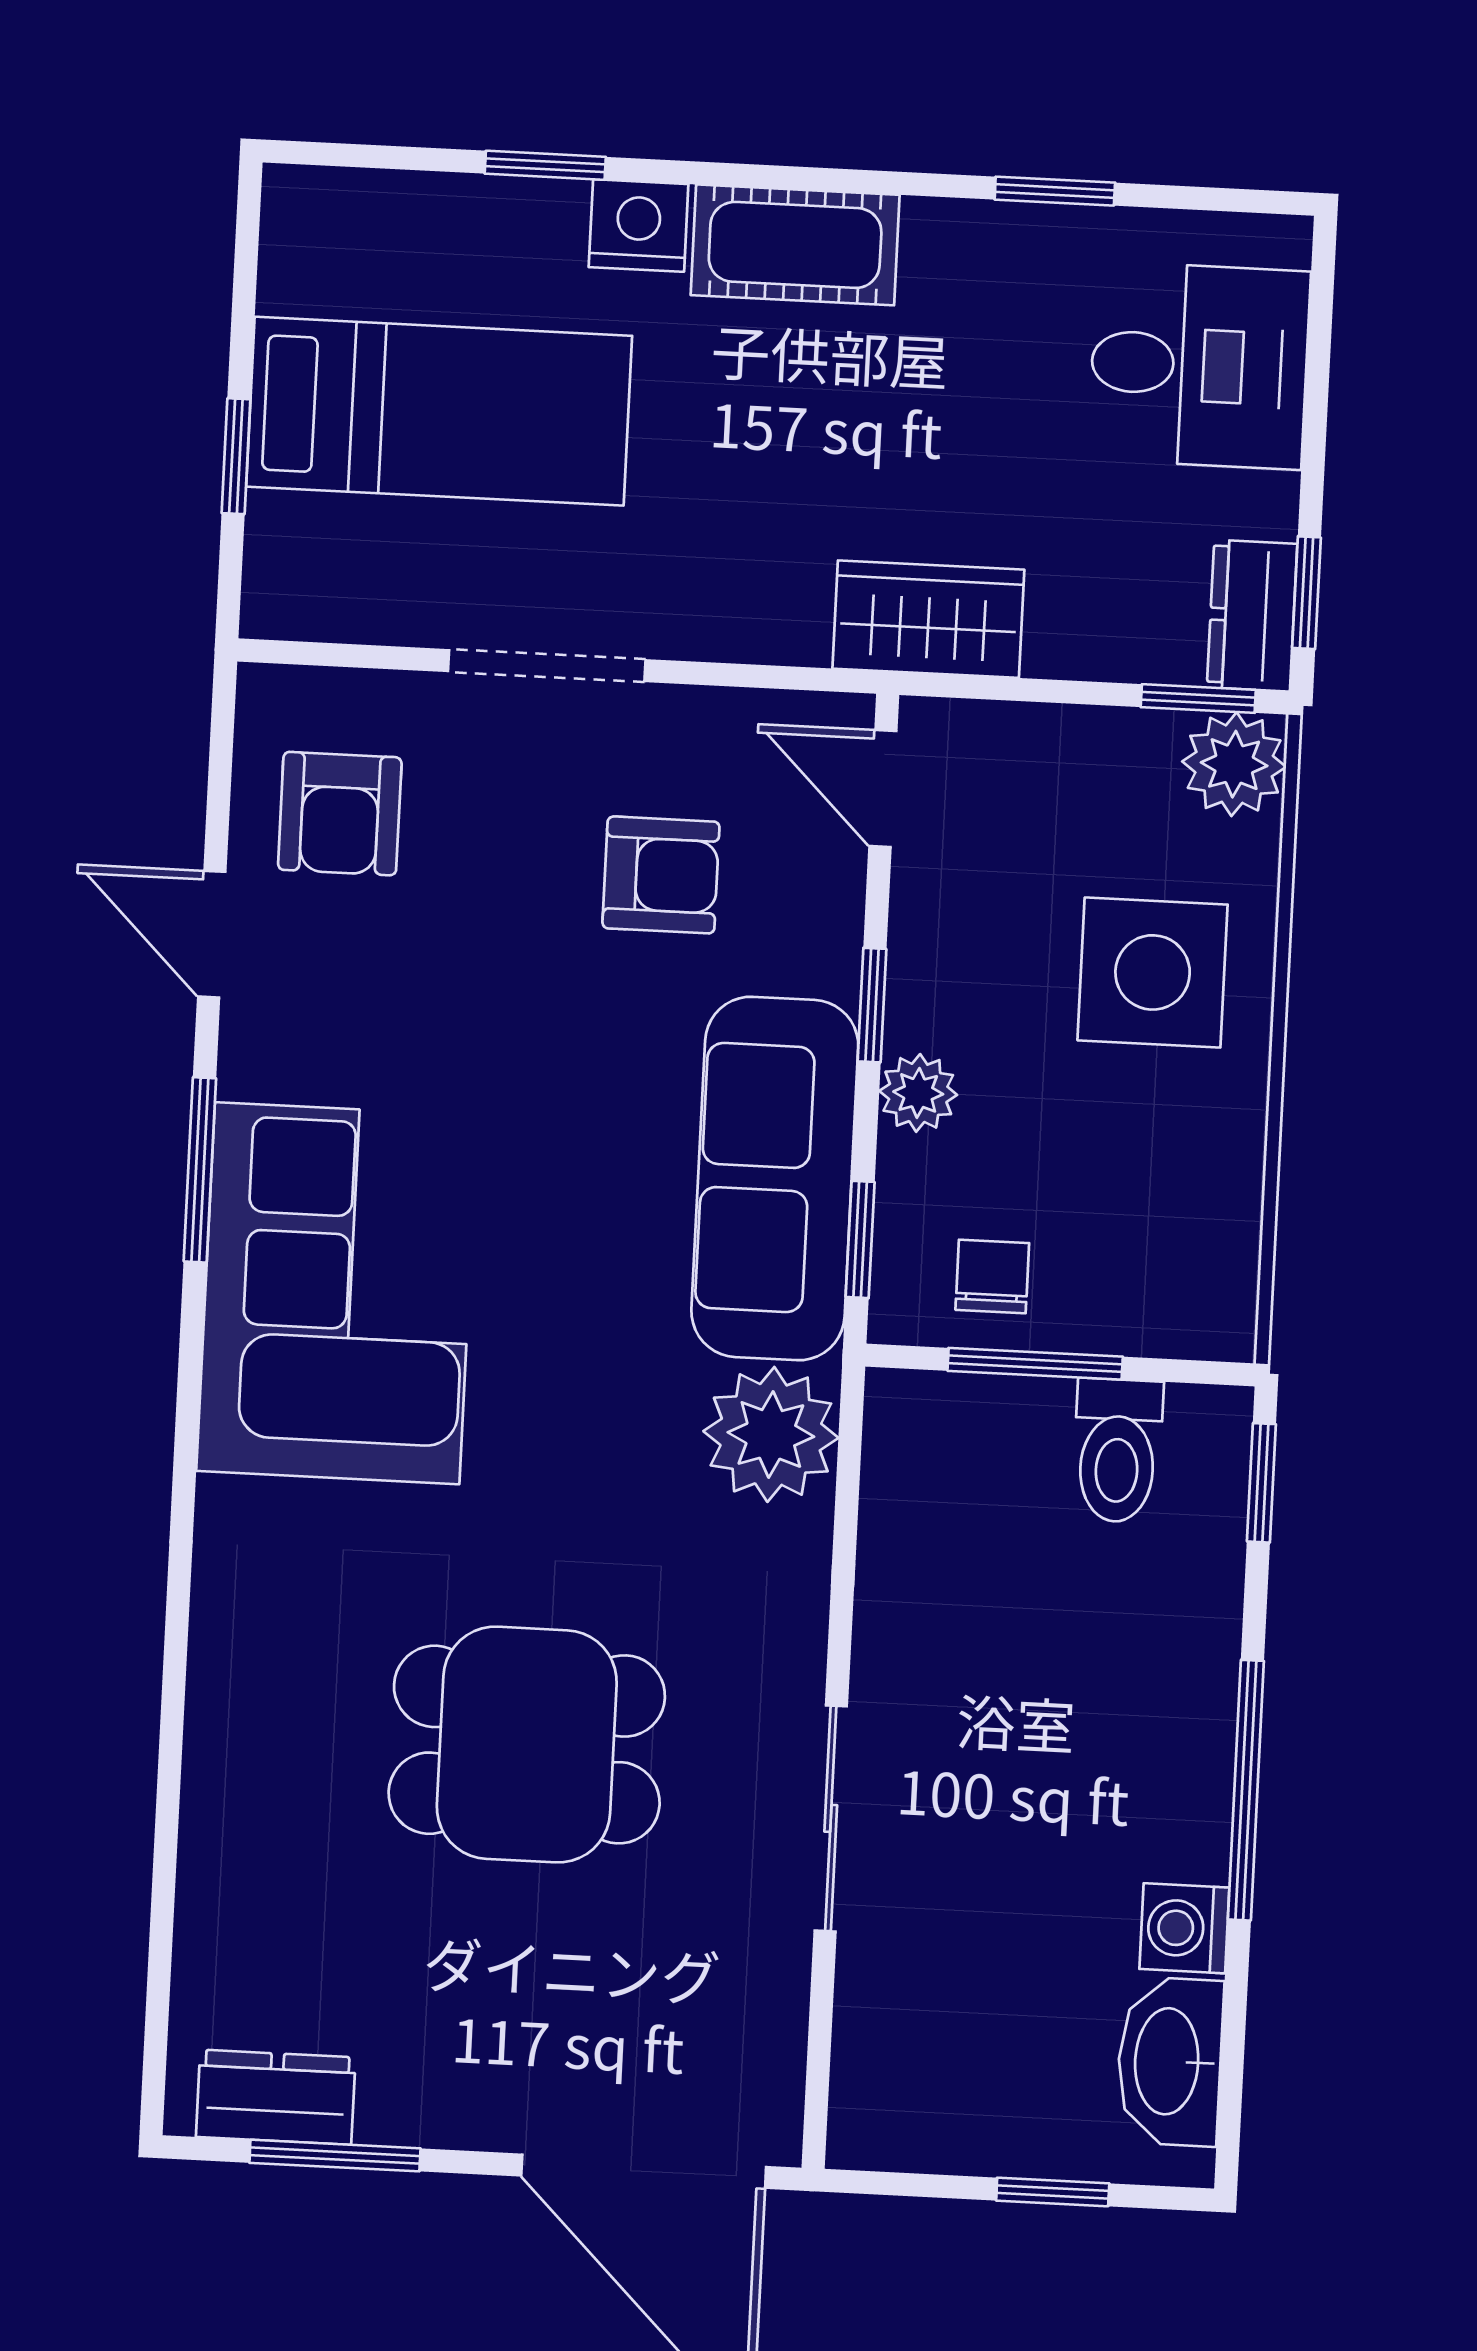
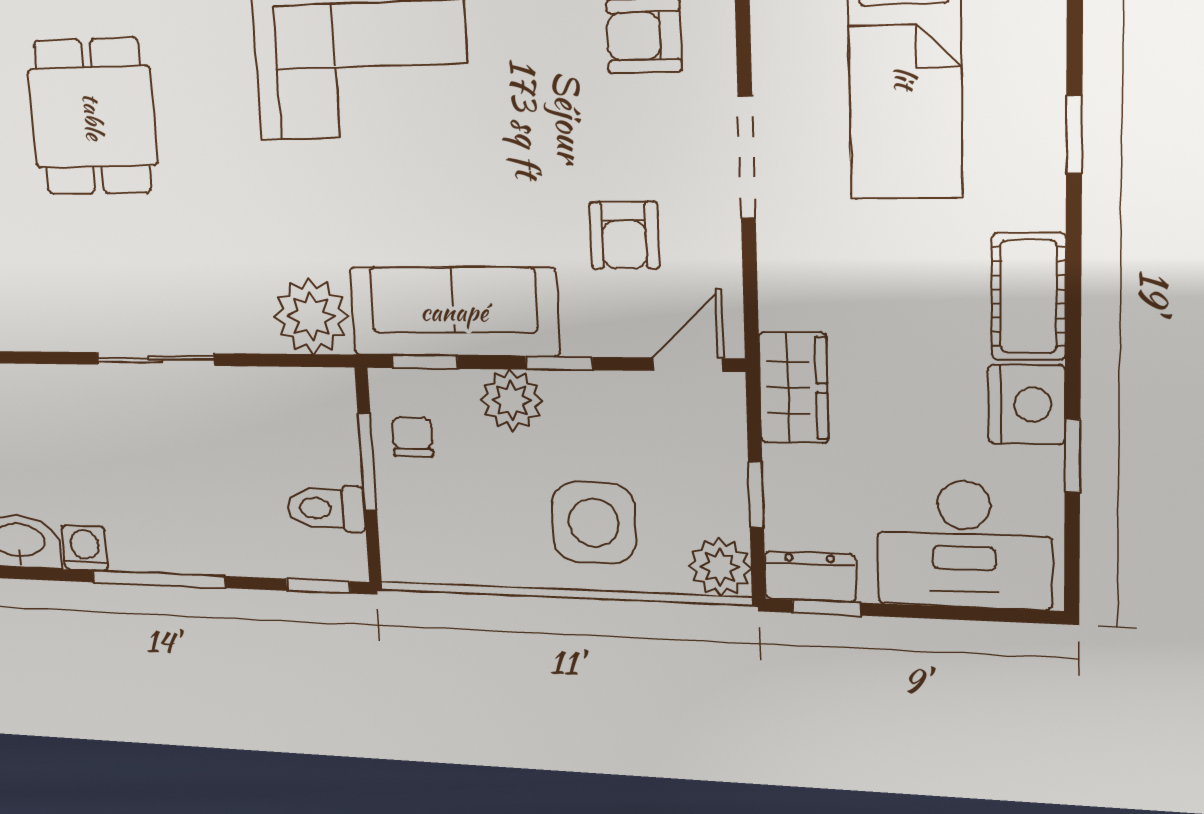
nightstand: (639, 226) -> (1026, 405), moved, width x1.36, depth x1.33
desk: (1199, 365) -> (964, 544), width x1.37
window: (1198, 699) -> (756, 495), moved
plant: (918, 1093) -> (512, 400), width x1.38, depth x1.38
chair: (992, 1276) -> (412, 437), turned -90
dining table: (527, 1745) -> (93, 117), moved
sliding door: (831, 1818) -> (155, 359), moved

